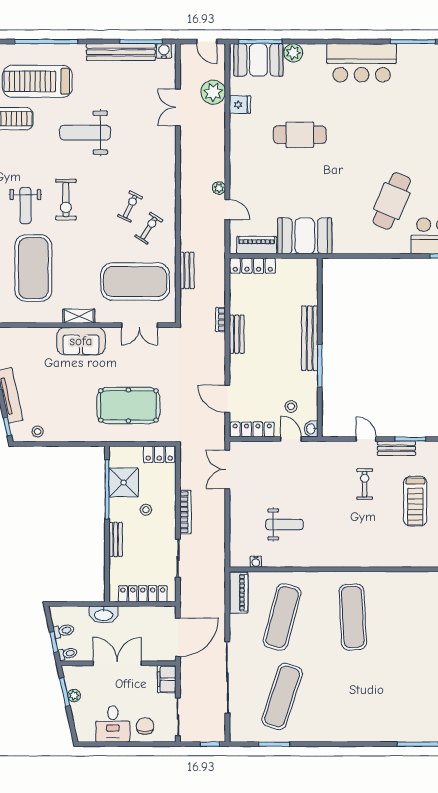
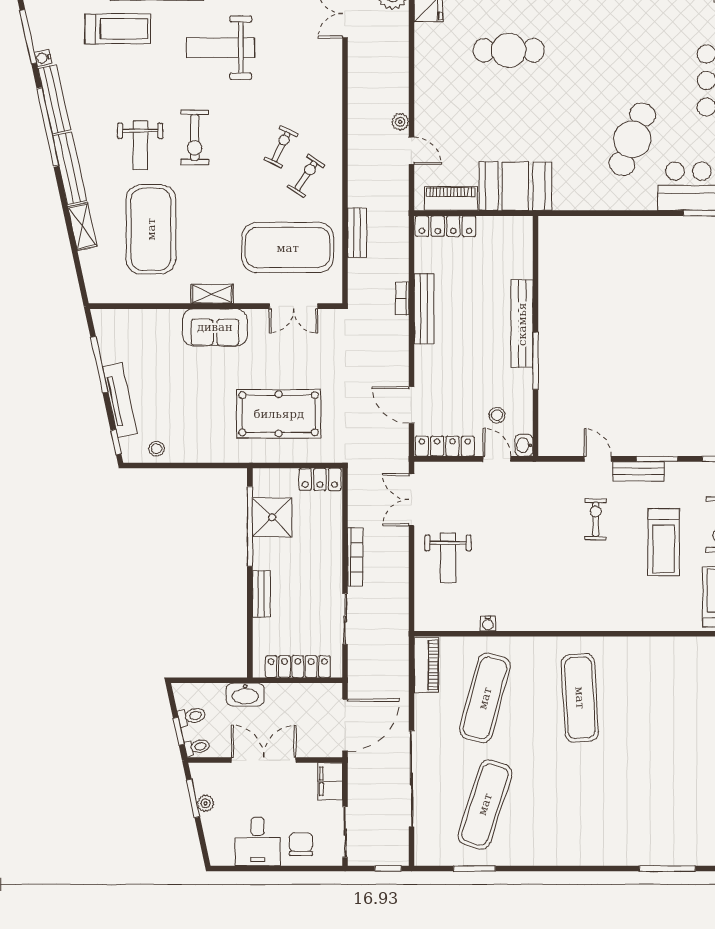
bench: (237, 334) -> (424, 309), width x1.36
stool: (146, 510) -> (302, 554), removed
weight bench: (284, 524) -> (448, 558), moved, turned 90
water cooler: (256, 562) -> (488, 624), moved

